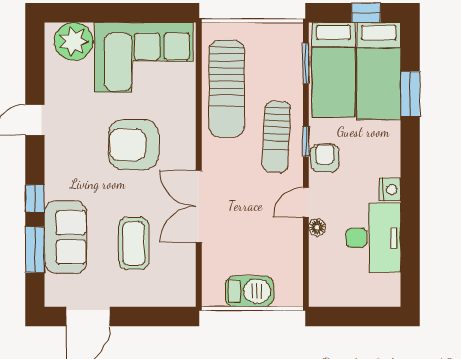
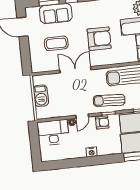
armchair: (134, 145) -> (99, 39), turned 90
door: (306, 202) -> (82, 116), swing flipped
desk: (373, 238) -> (53, 132), moved, turned 180

